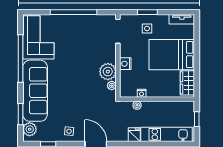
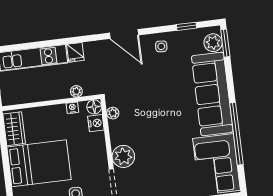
nightstand: (125, 64) -> (96, 123), moved
plant: (108, 72) -> (123, 156), moved
floor lamp: (125, 92) -> (94, 107), added
window: (21, 114) -> (225, 43), moved

